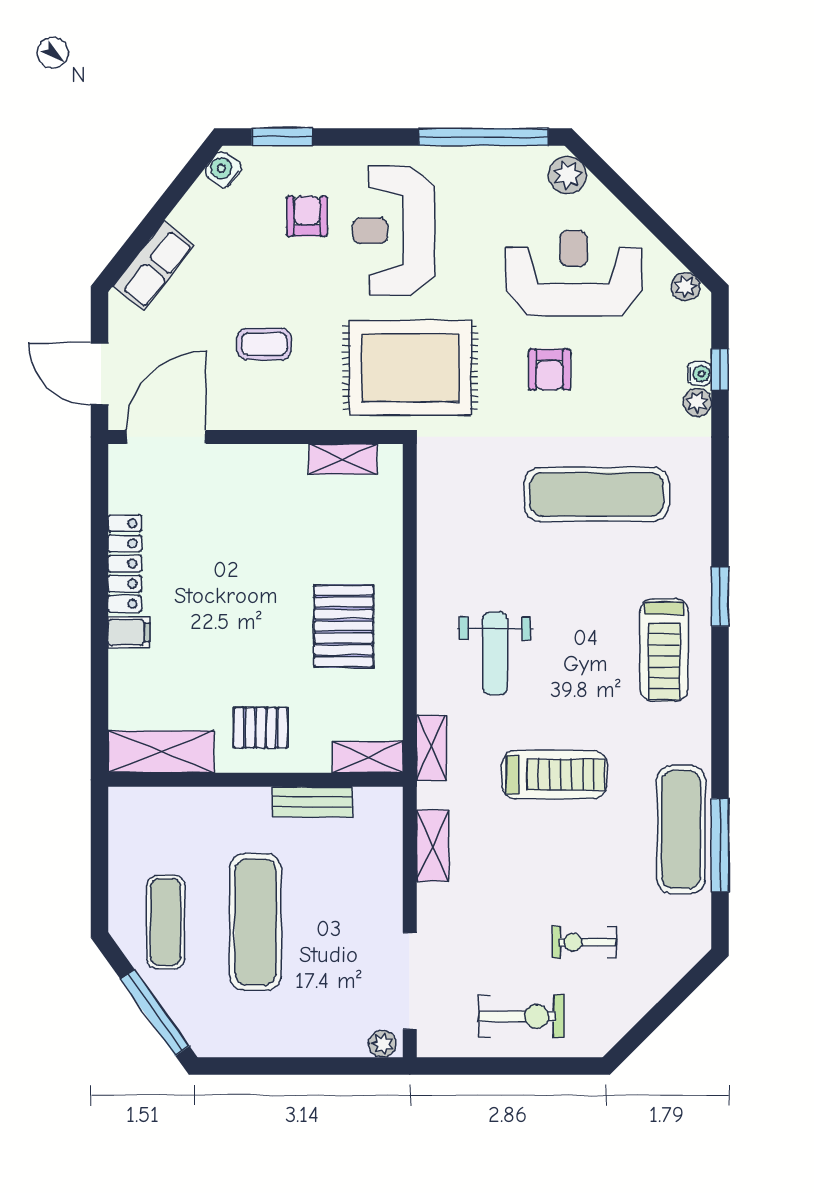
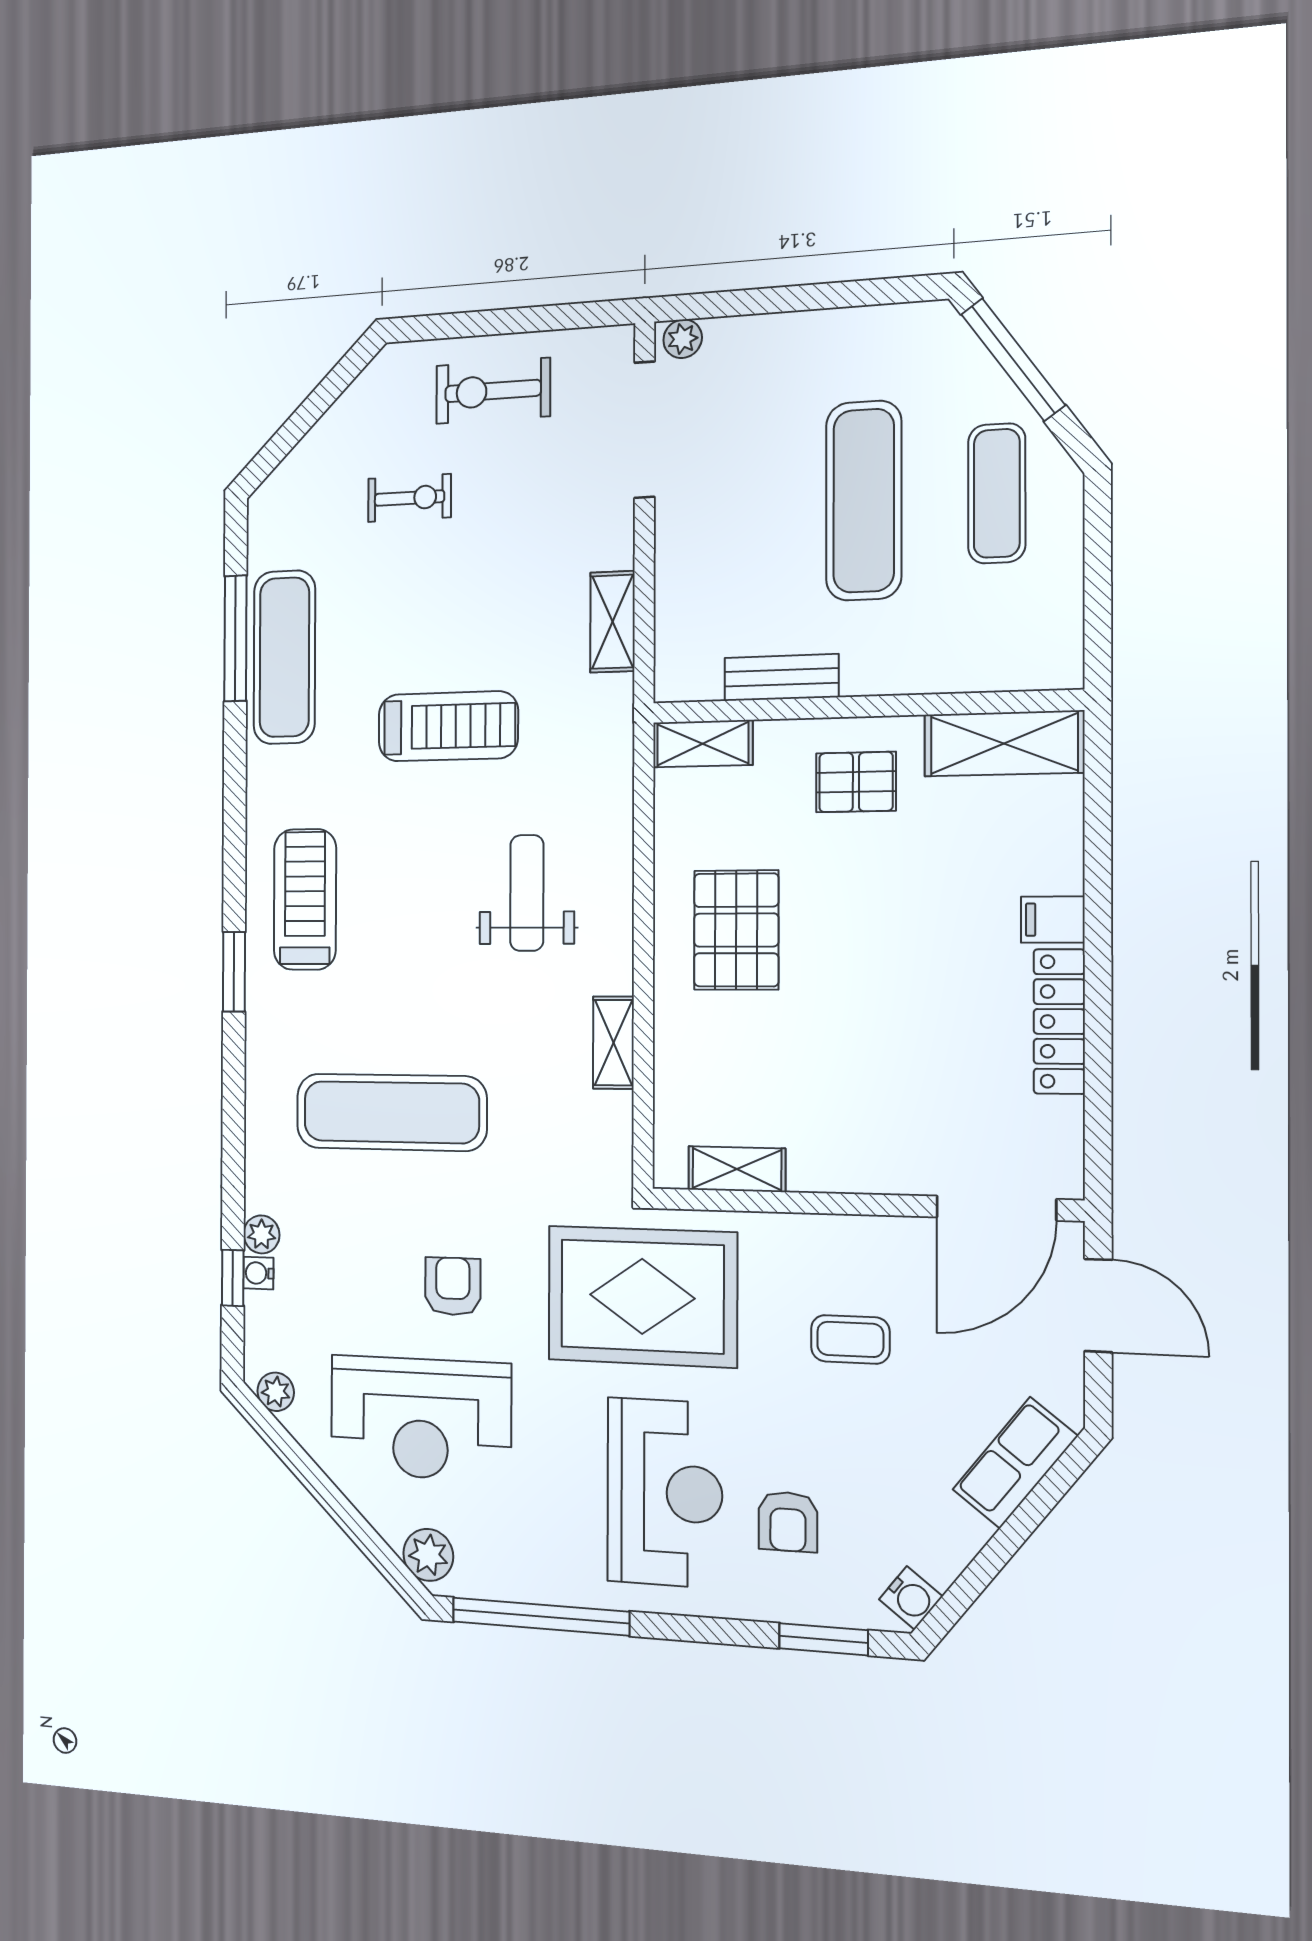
shelving: (431, 748) -> (613, 1043), moved
treadmill: (554, 775) -> (448, 726), turned 180

